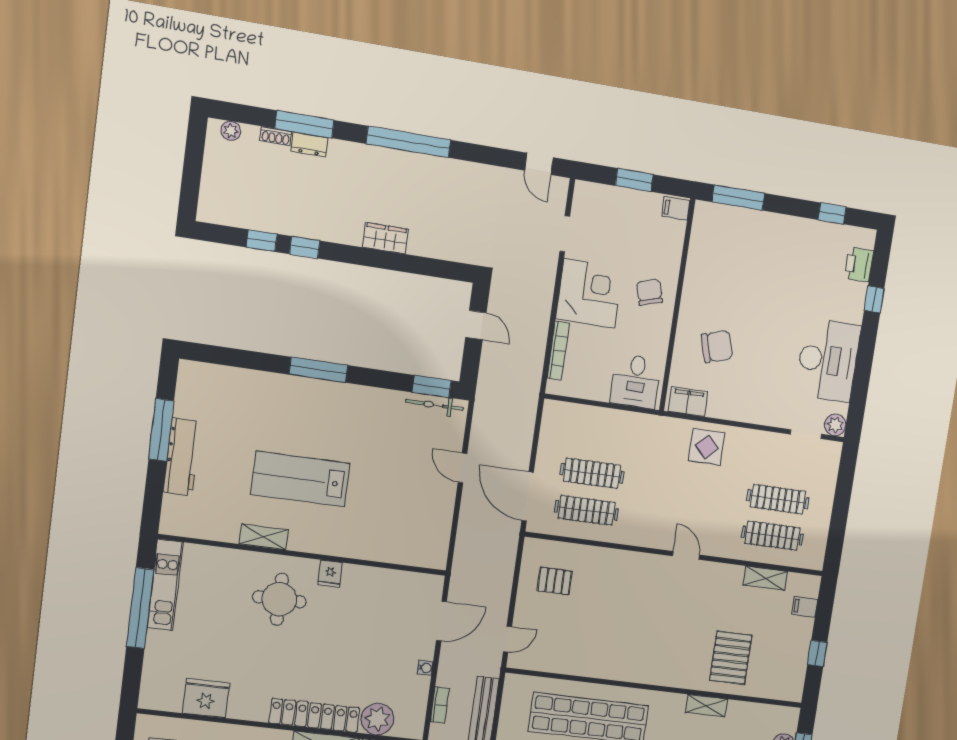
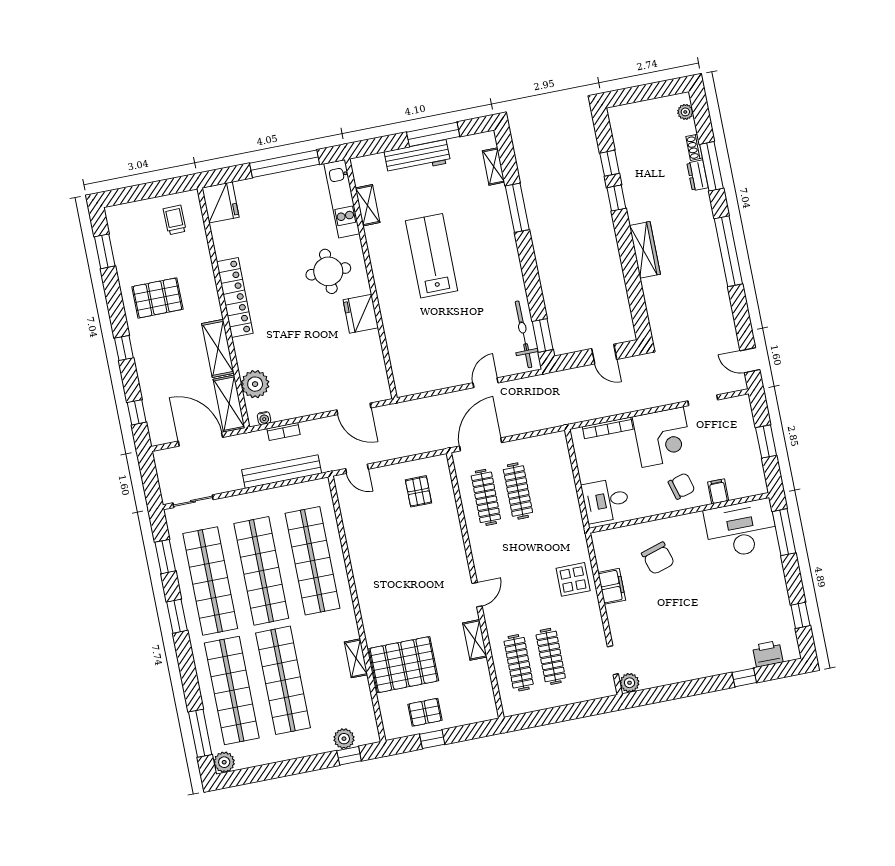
door: (539, 164) -> (750, 360), hinge flipped
filing cabinet: (676, 209) -> (718, 491), moved
wardrobe: (385, 238) -> (645, 250), width x1.50
door: (476, 325) -> (604, 354), hinge flipped
desk: (828, 360) -> (741, 529), moved, turned 180
window: (318, 370) -> (517, 208), moved
shelving: (221, 374) -> (493, 166), added
filing cabinet: (688, 402) -> (612, 586), moved
bicycle: (434, 405) -> (524, 334), width x1.37, depth x1.40
shelving: (264, 537) -> (368, 205), moved
fridge: (330, 574) -> (361, 314), width x1.88, depth x1.34
shelving: (765, 578) -> (475, 640), moved
kitchen unit: (165, 585) -> (342, 199), moved, turned 90
filing cabinet: (805, 607) -> (468, 713), removed
pallet: (787, 652) -> (425, 712), added
pallet: (731, 658) -> (404, 665), width x1.37, depth x1.41
water cooler: (425, 668) -> (264, 418), moved
fridge: (206, 698) -> (220, 202), moved
locker: (314, 715) -> (235, 298), moved

